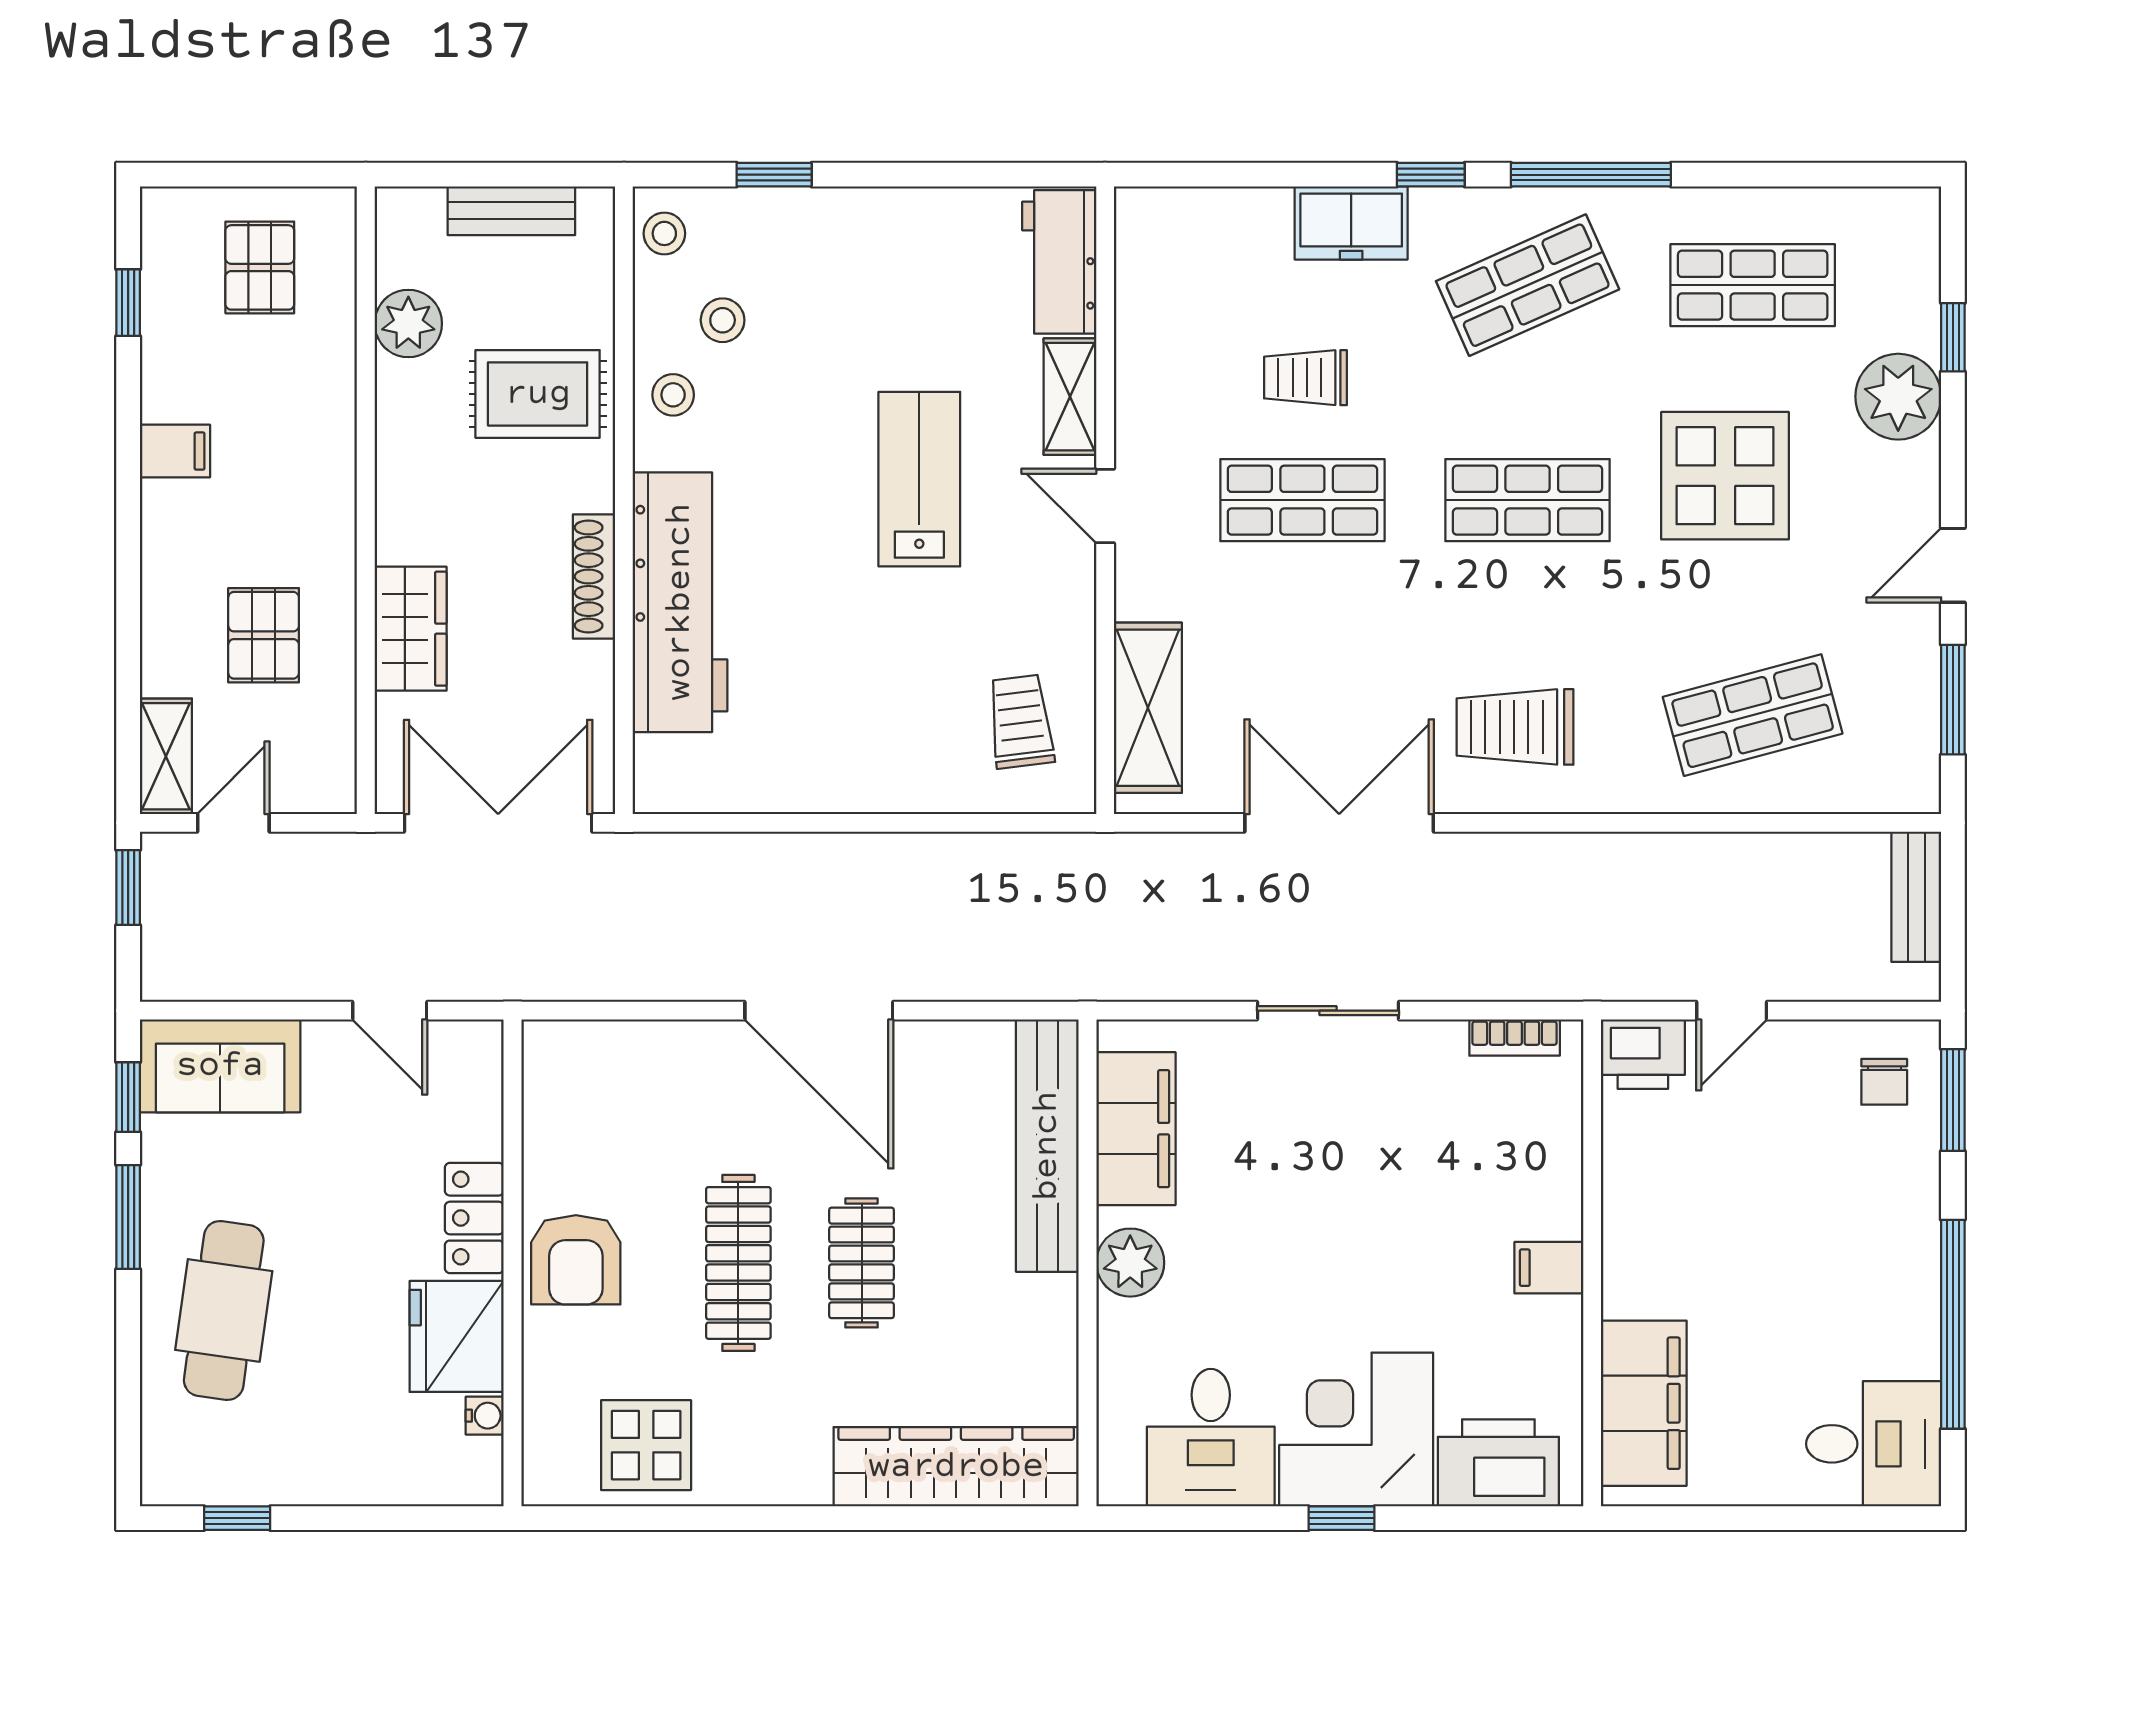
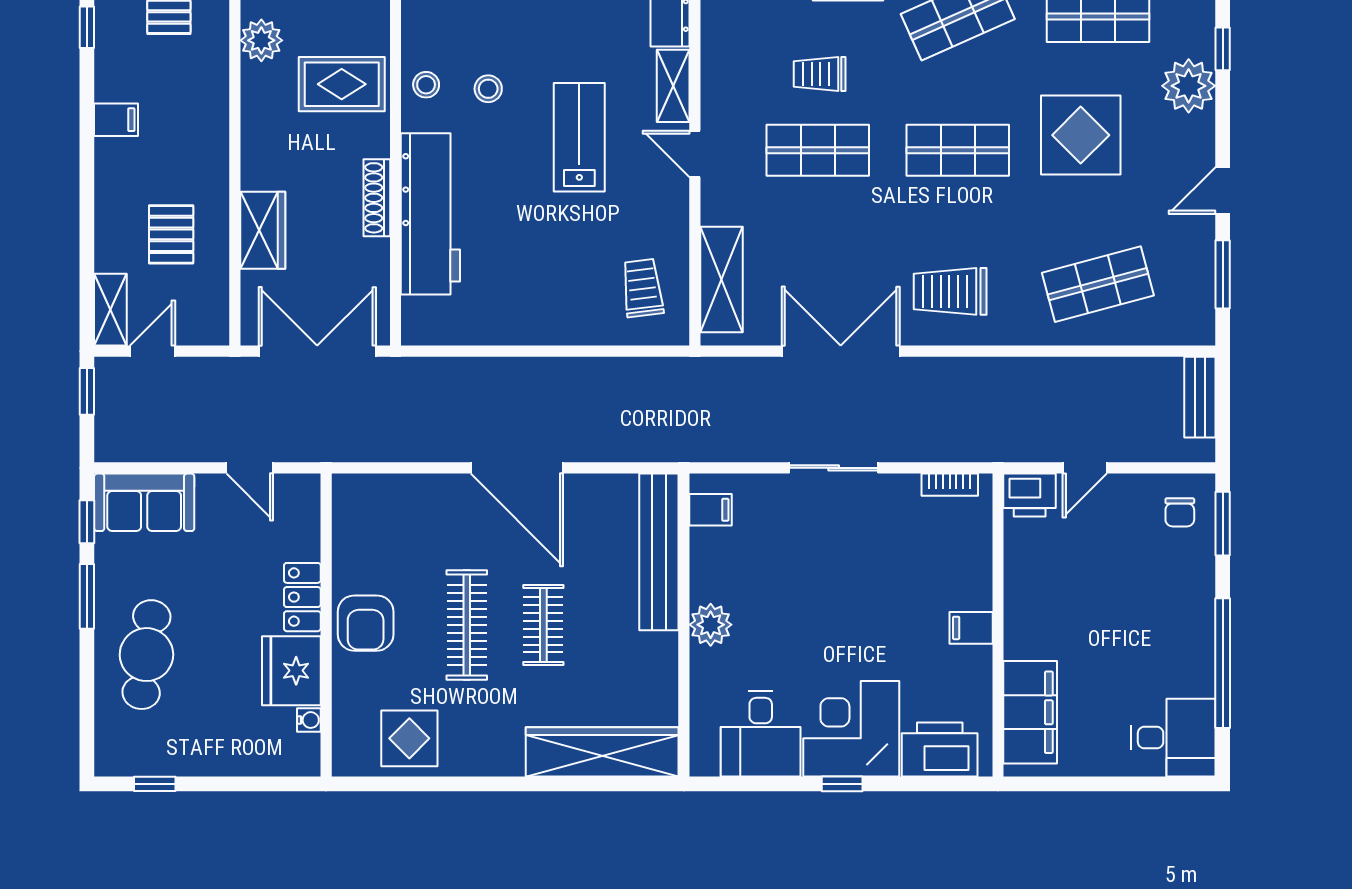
stool: (723, 320) -> (488, 89), moved
filing cabinet: (1136, 1129) -> (711, 510), width x0.33, depth x0.86

